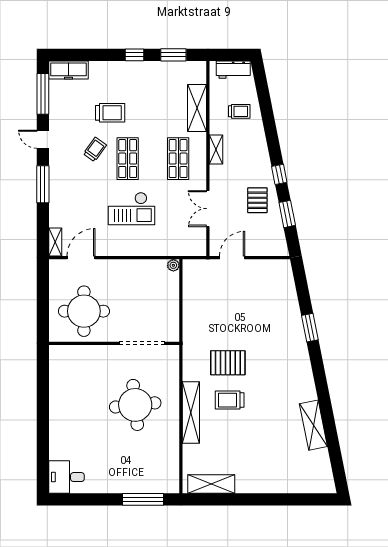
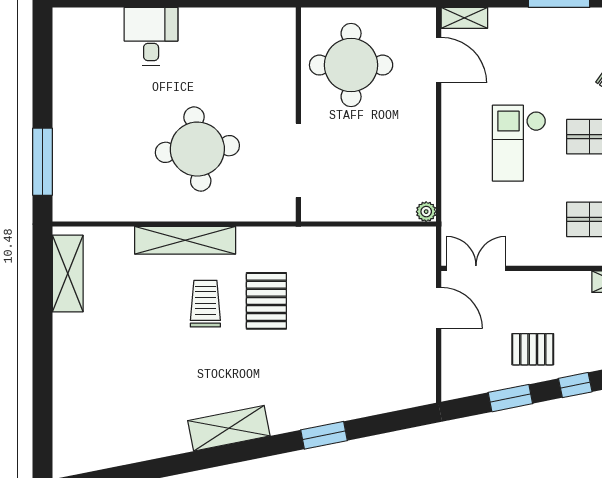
double door: (208, 209) -> (476, 268), moved
shelving: (313, 425) -> (229, 428), moved
desk: (66, 477) -> (151, 36), moved

